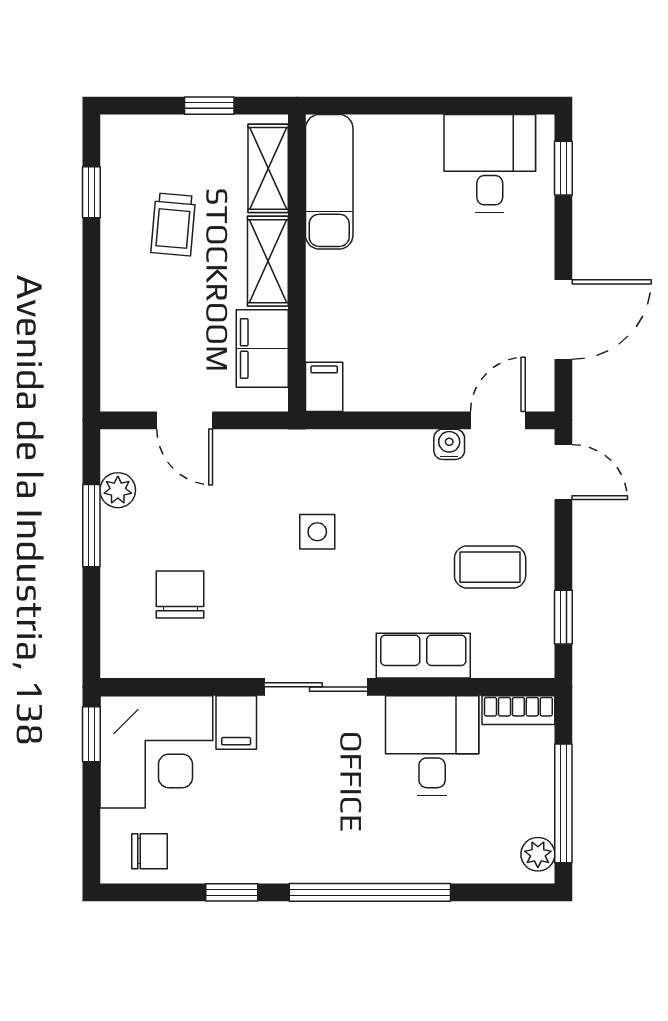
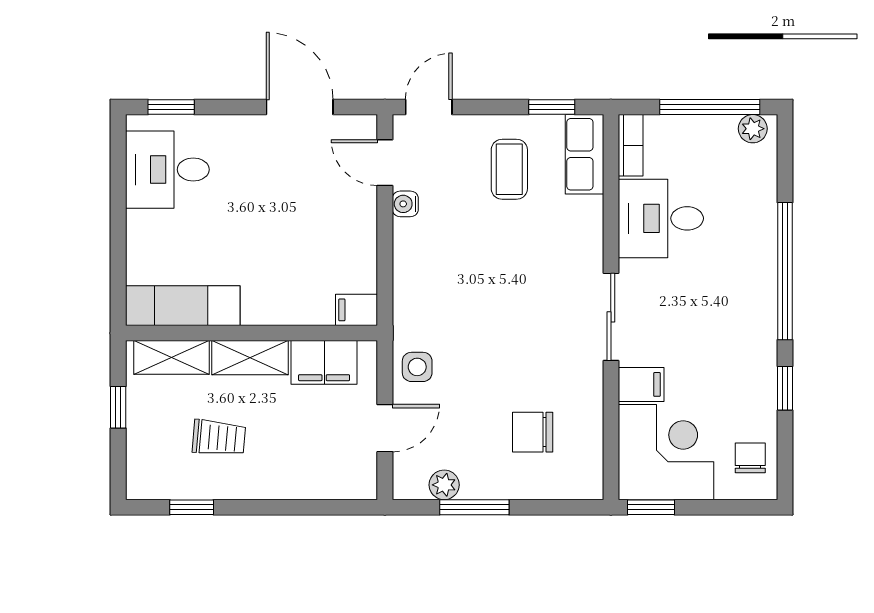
side table: (317, 532) -> (417, 367), moved
row of seats: (423, 656) -> (584, 154), moved

